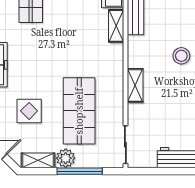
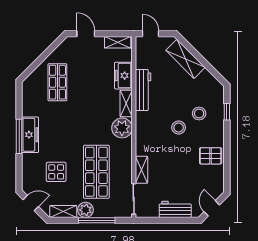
plant: (111, 56) -> (122, 128), added
shelving: (135, 85) -> (141, 170), moved

